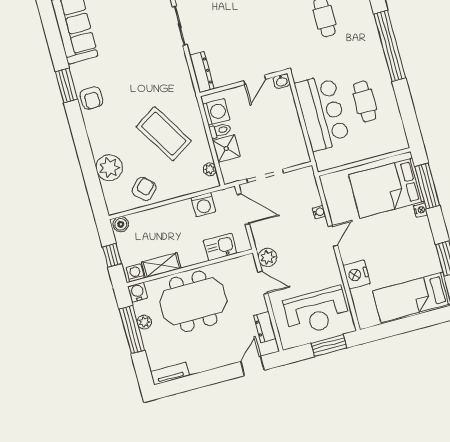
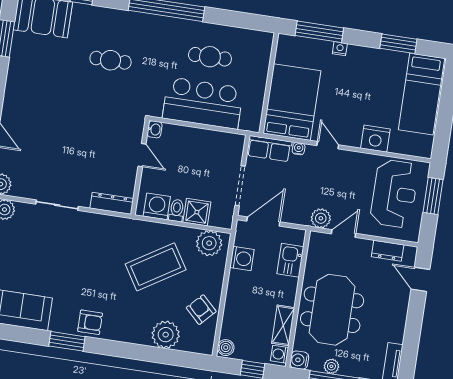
plant: (210, 169) -> (209, 243), width x1.87, depth x1.87
row of seats: (308, 187) -> (269, 149), added
bed: (386, 188) -> (292, 102), moved, turned 180

